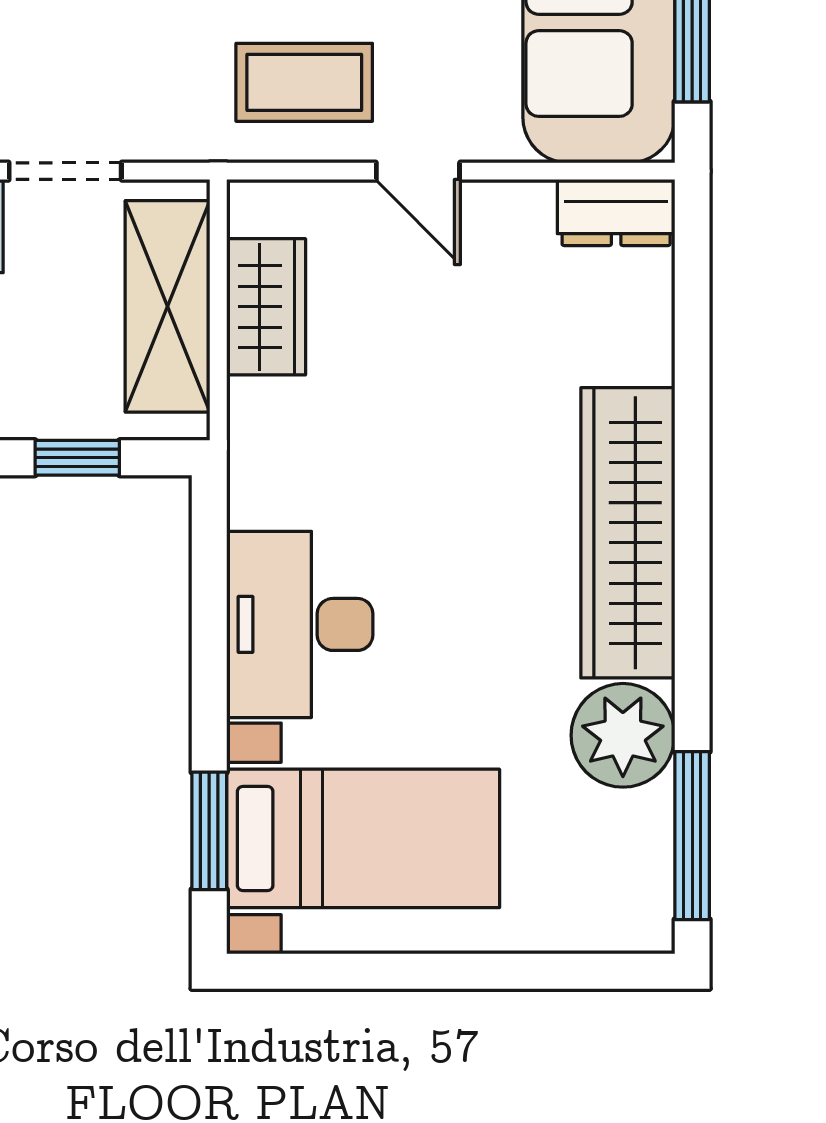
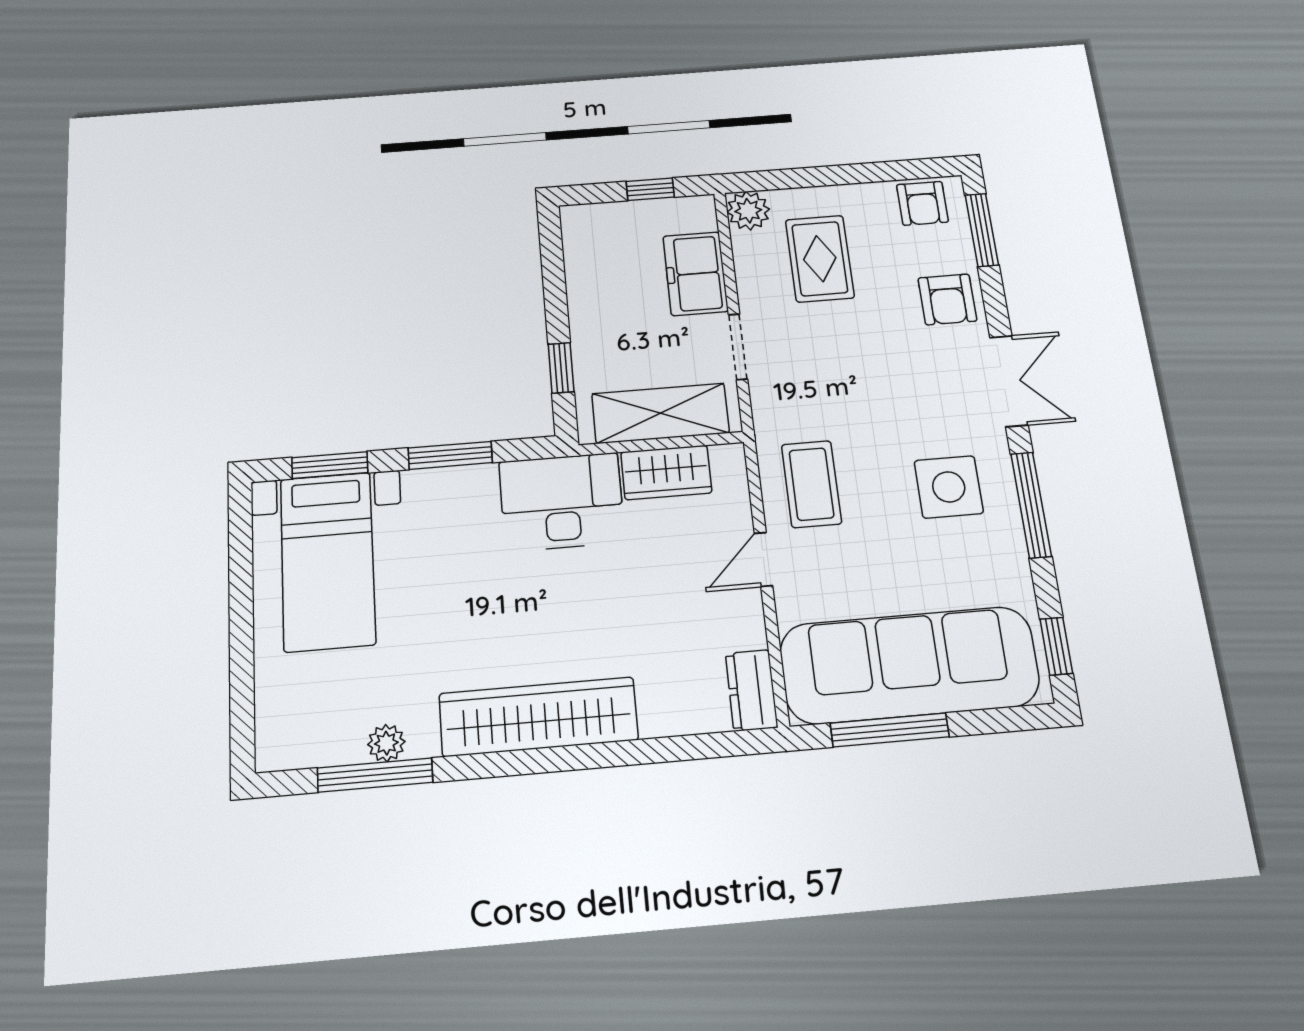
desk: (300, 624) -> (562, 502), moved
window: (209, 642) -> (450, 455), added
plant: (623, 735) -> (386, 743), width x0.53, depth x0.53
window: (692, 836) -> (375, 775), moved

